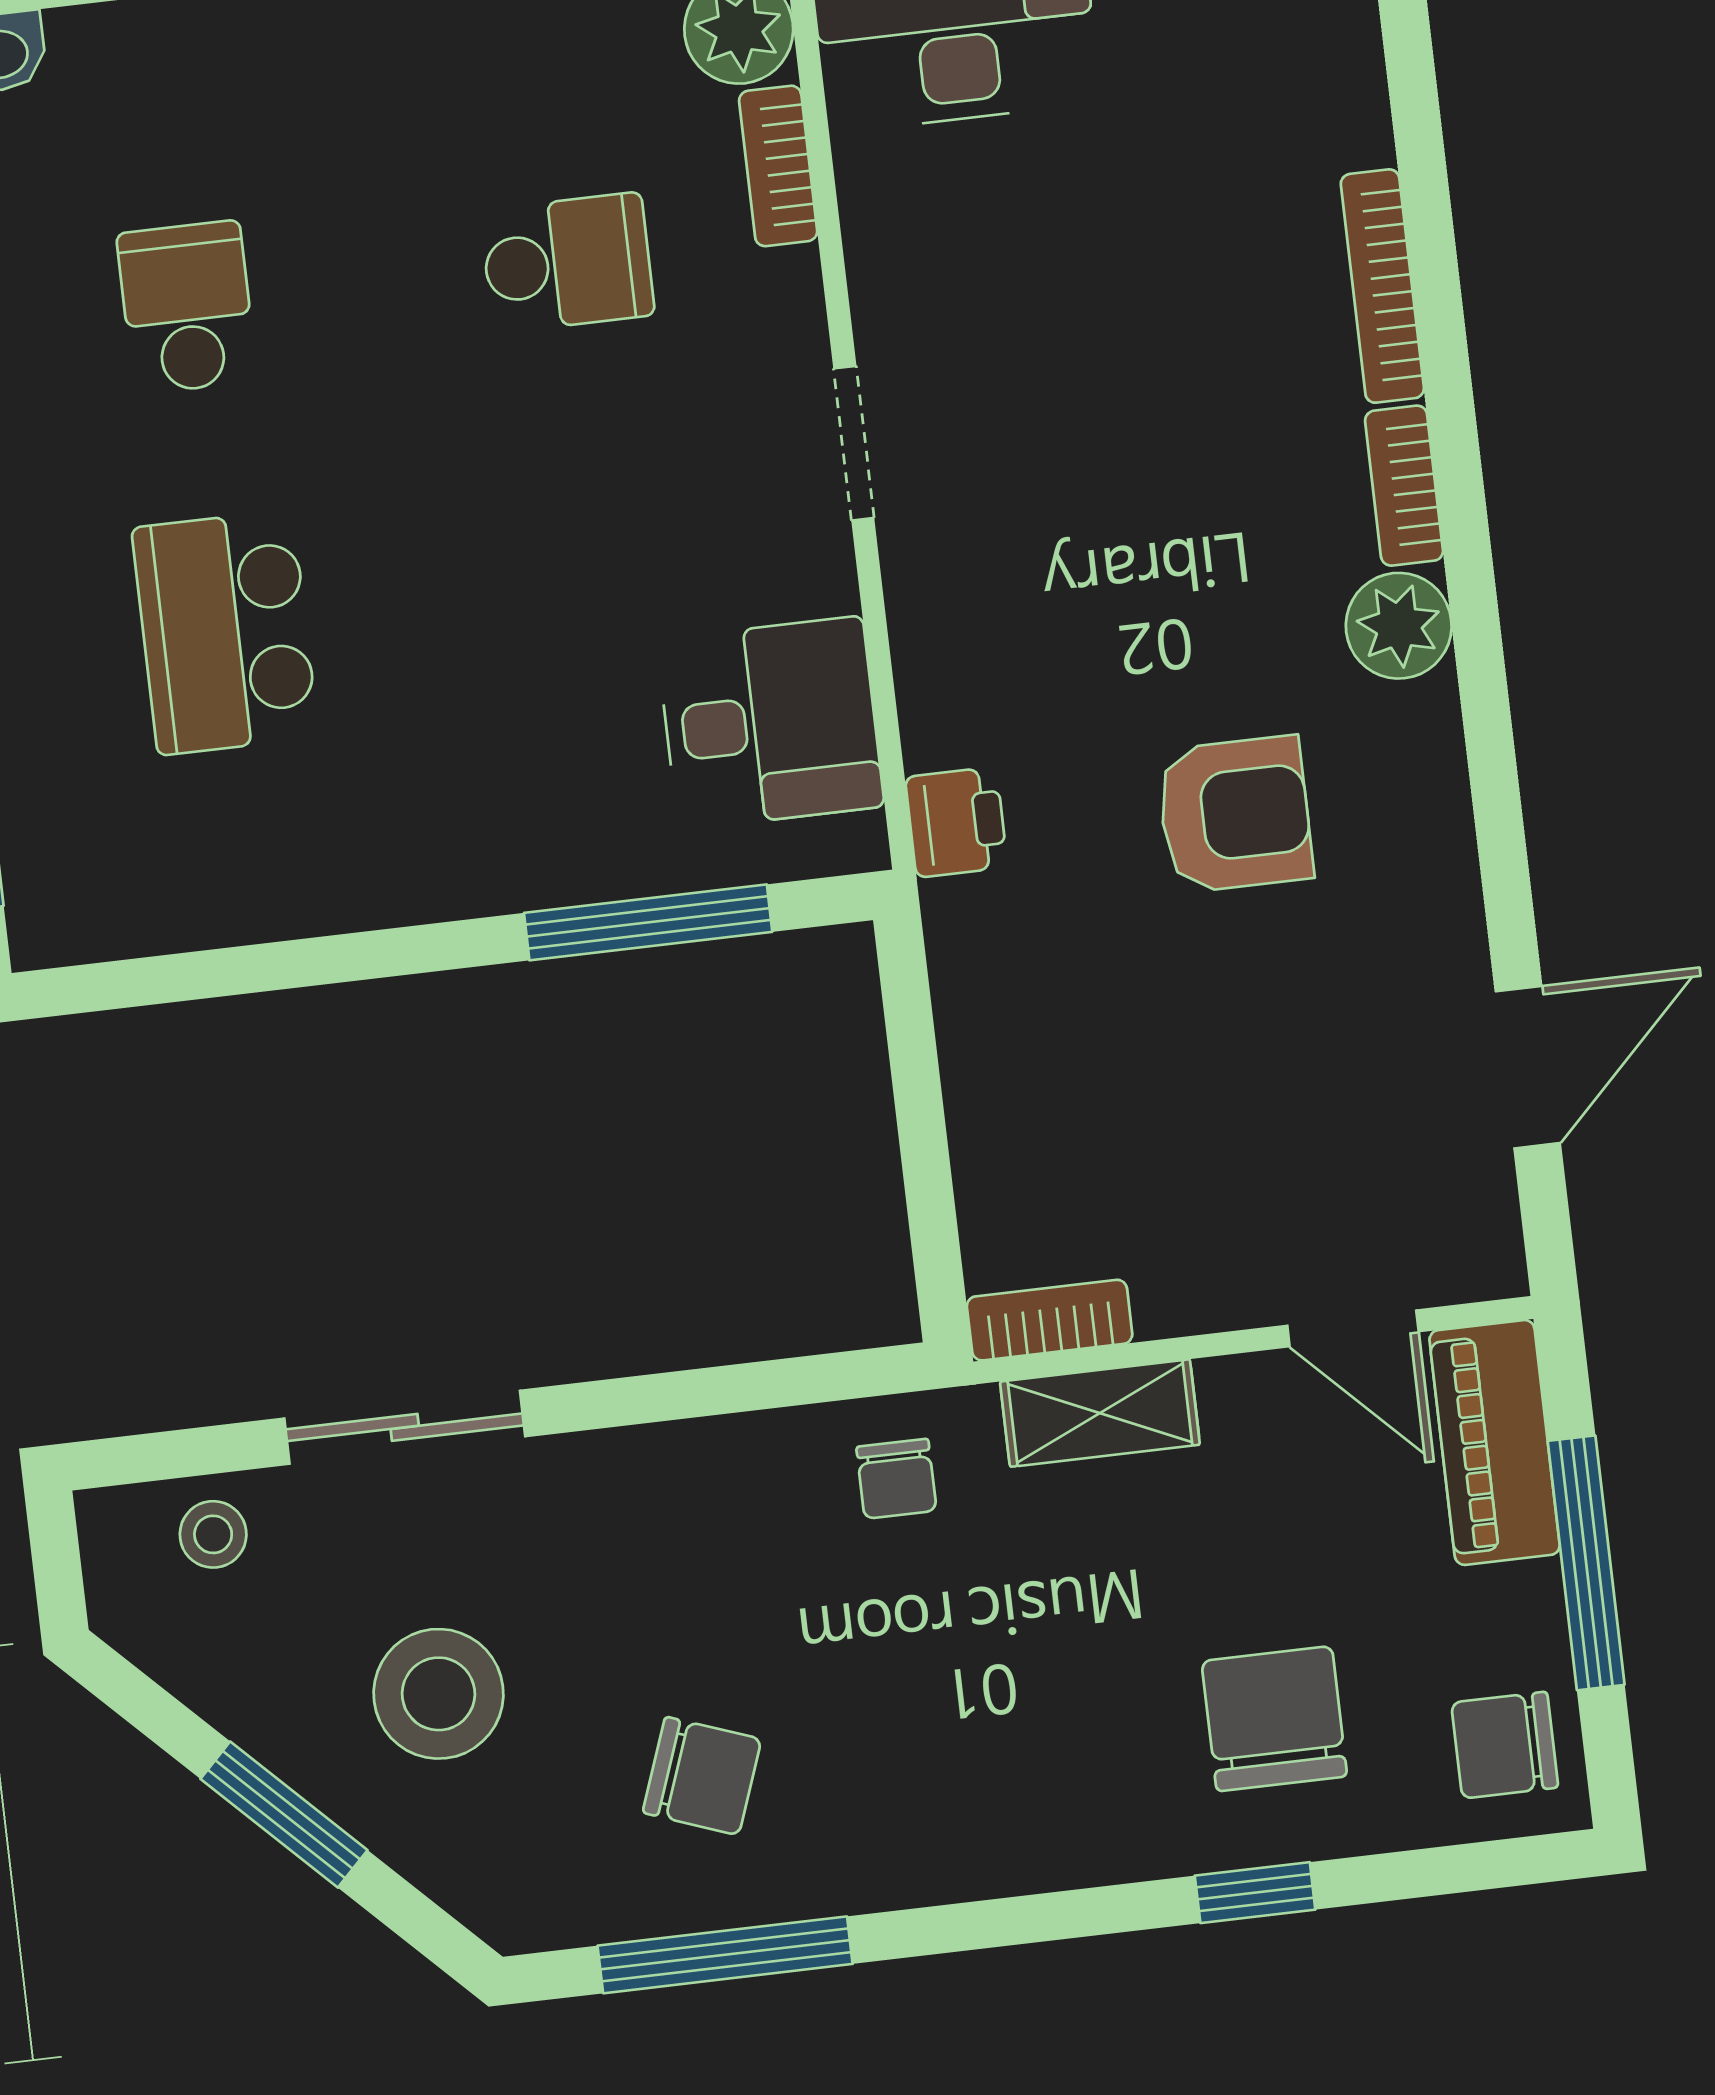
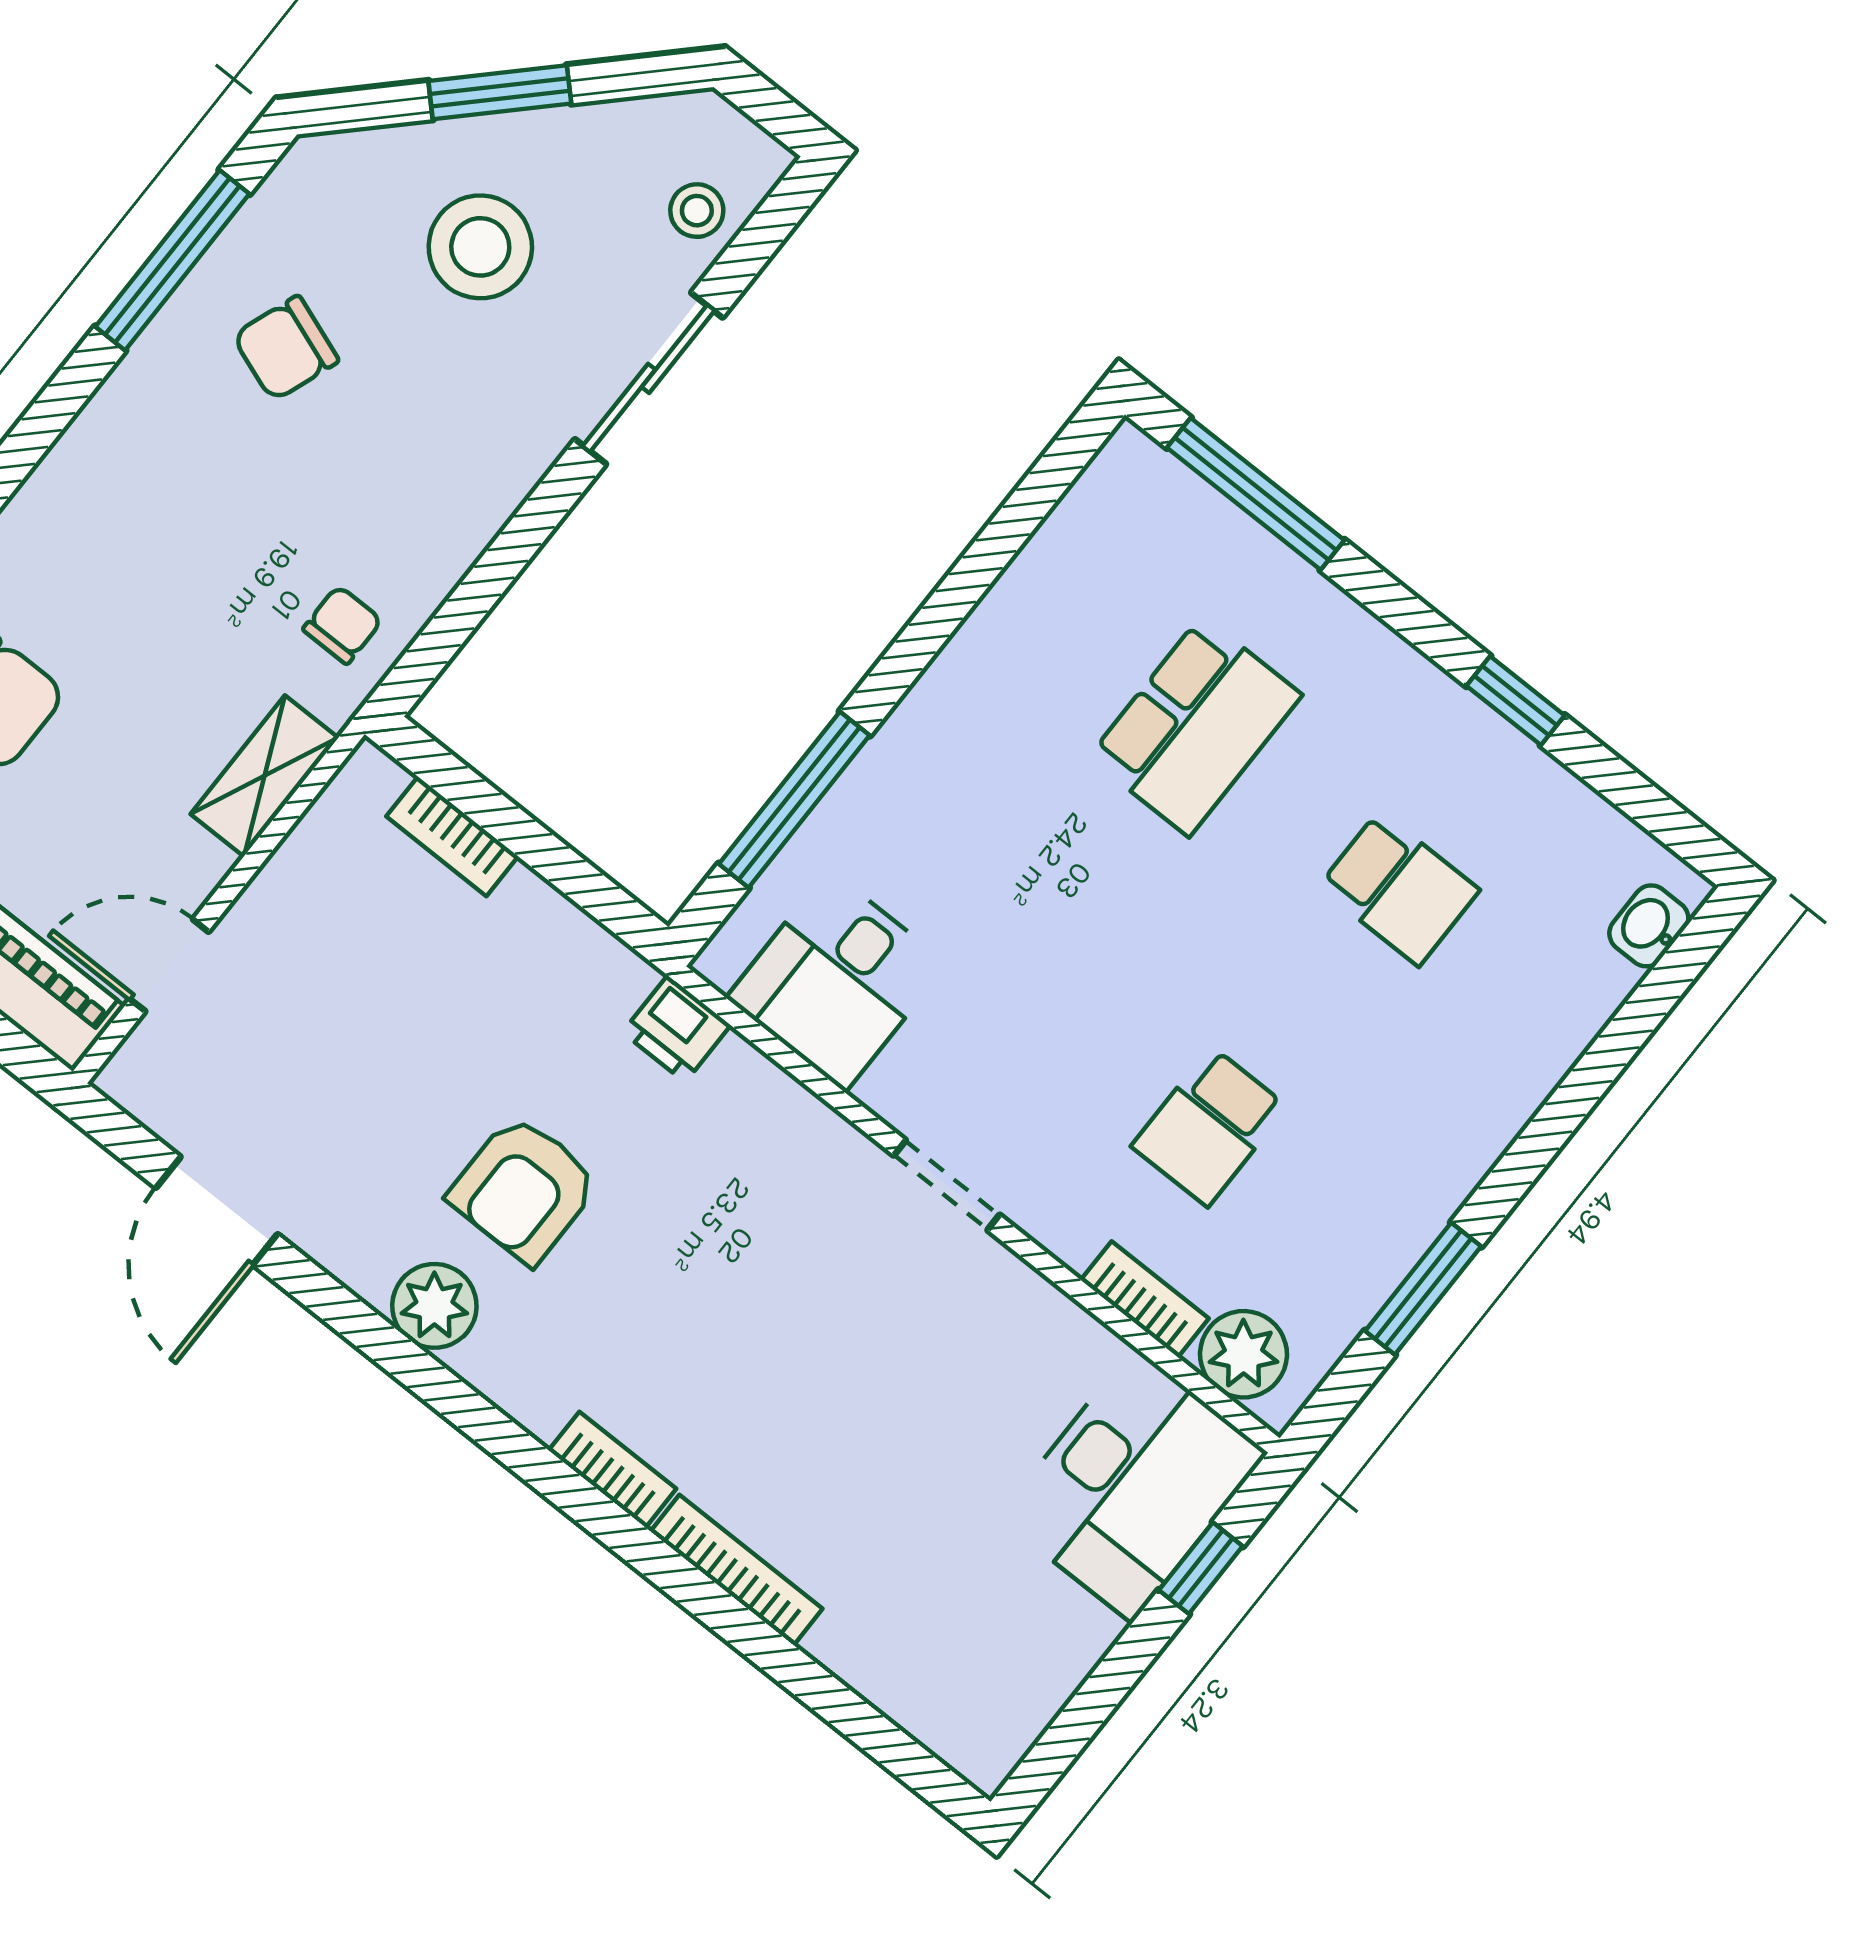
plant: (1399, 626) -> (434, 1306), moved
school desk: (225, 633) -> (1195, 726), turned 90
bookcase: (1050, 1320) -> (452, 836), moved, turned 90
chair: (896, 1479) -> (342, 625), turned 90

